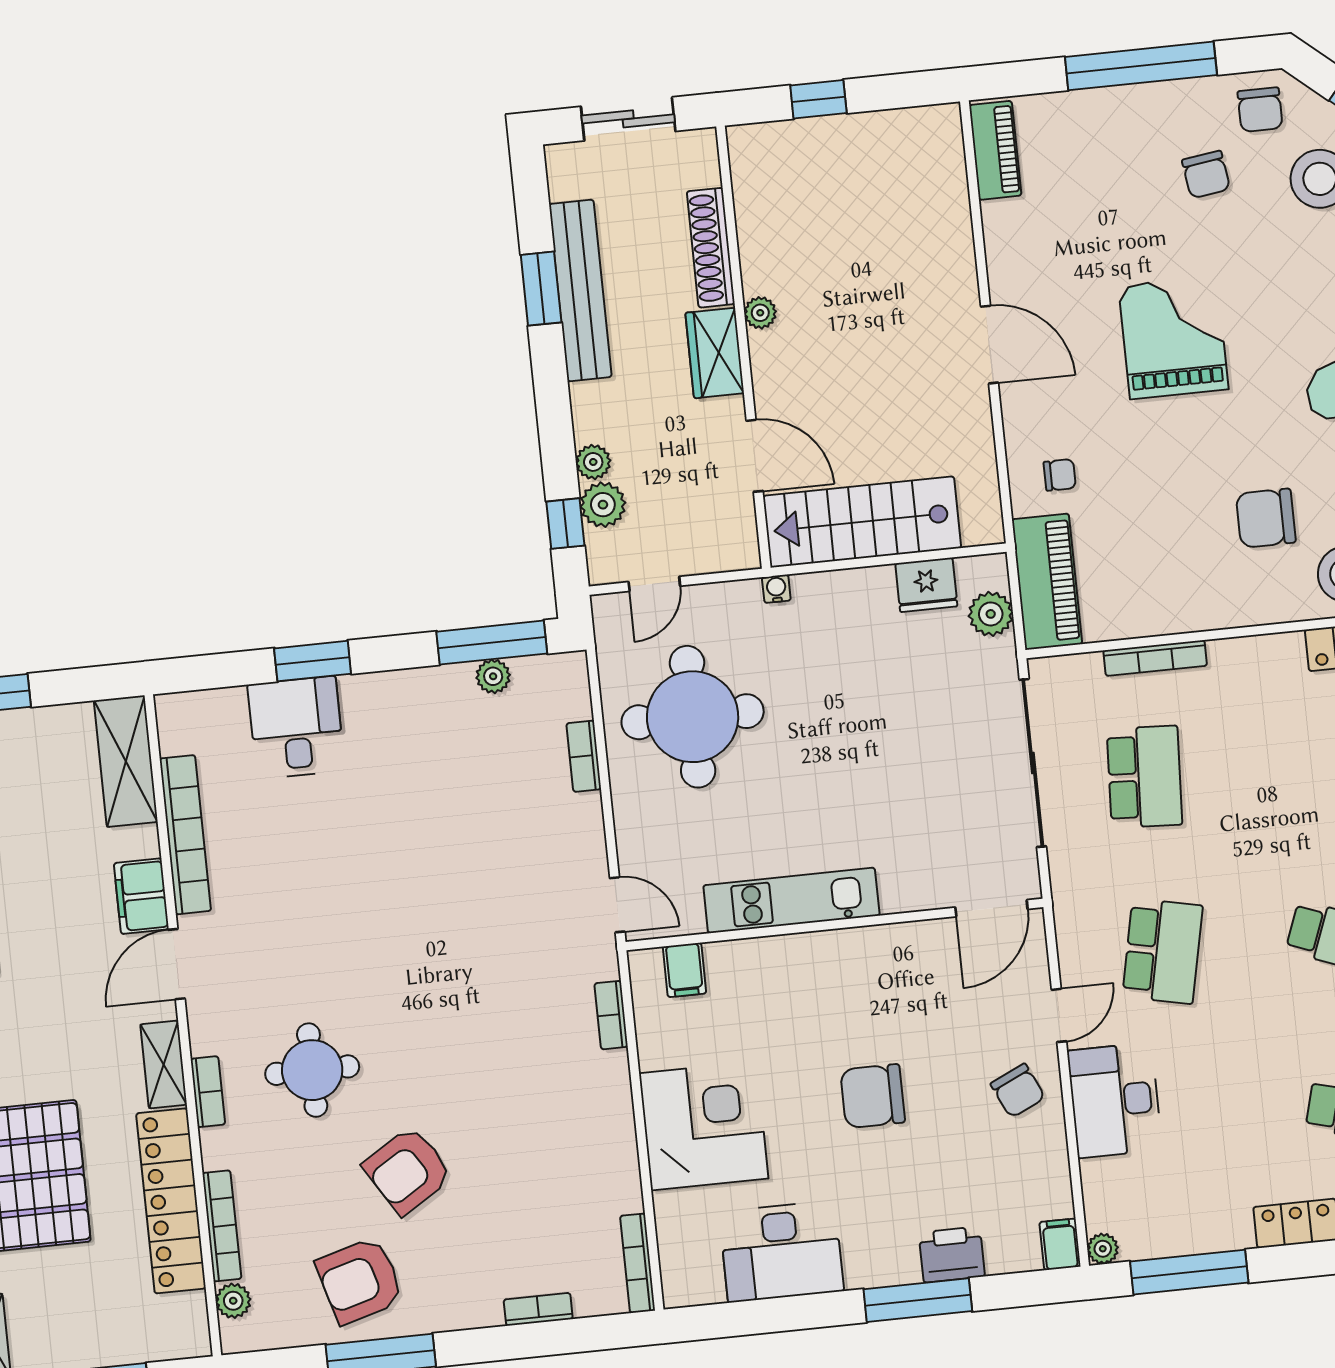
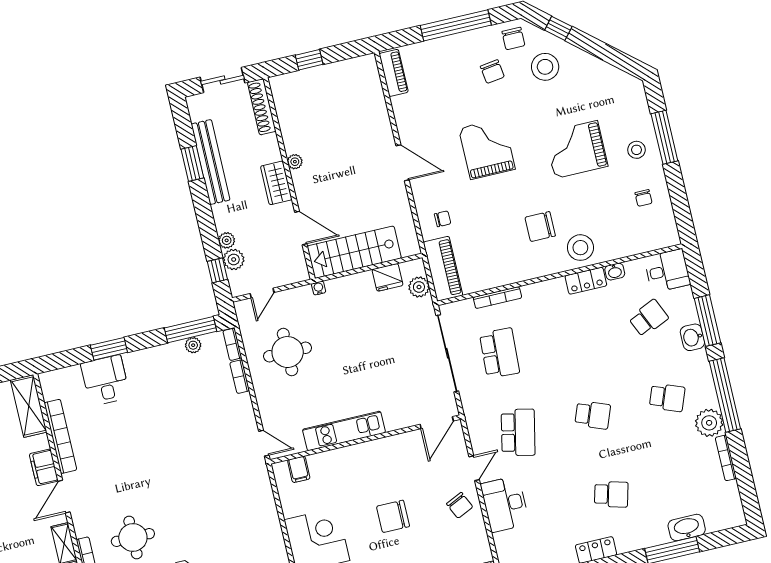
shoe rack: (711, 248) -> (262, 107), moved
round table: (693, 717) -> (288, 352), width x0.73, depth x0.73
bookcase: (611, 1015) -> (232, 344), moved

